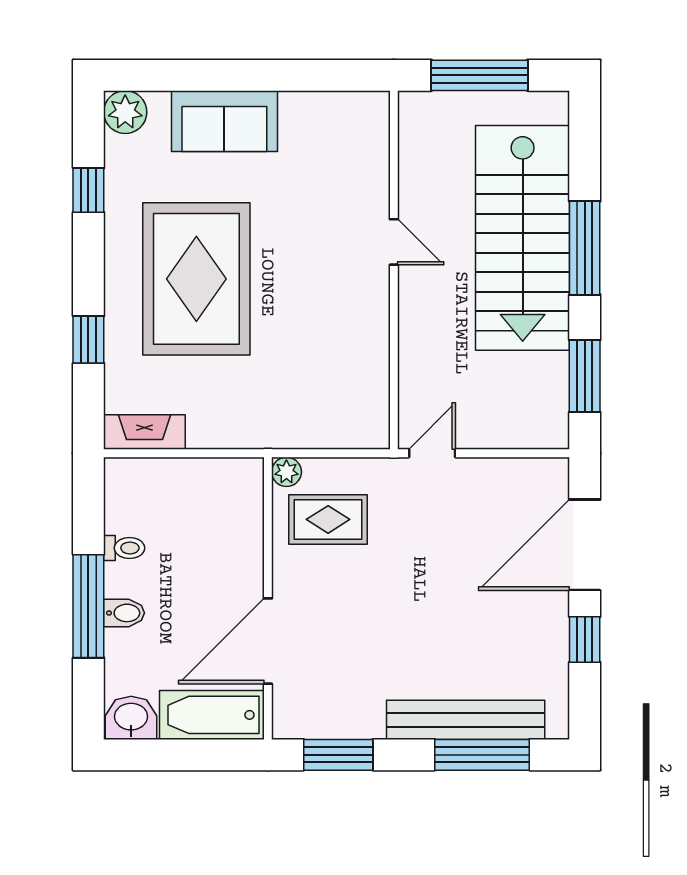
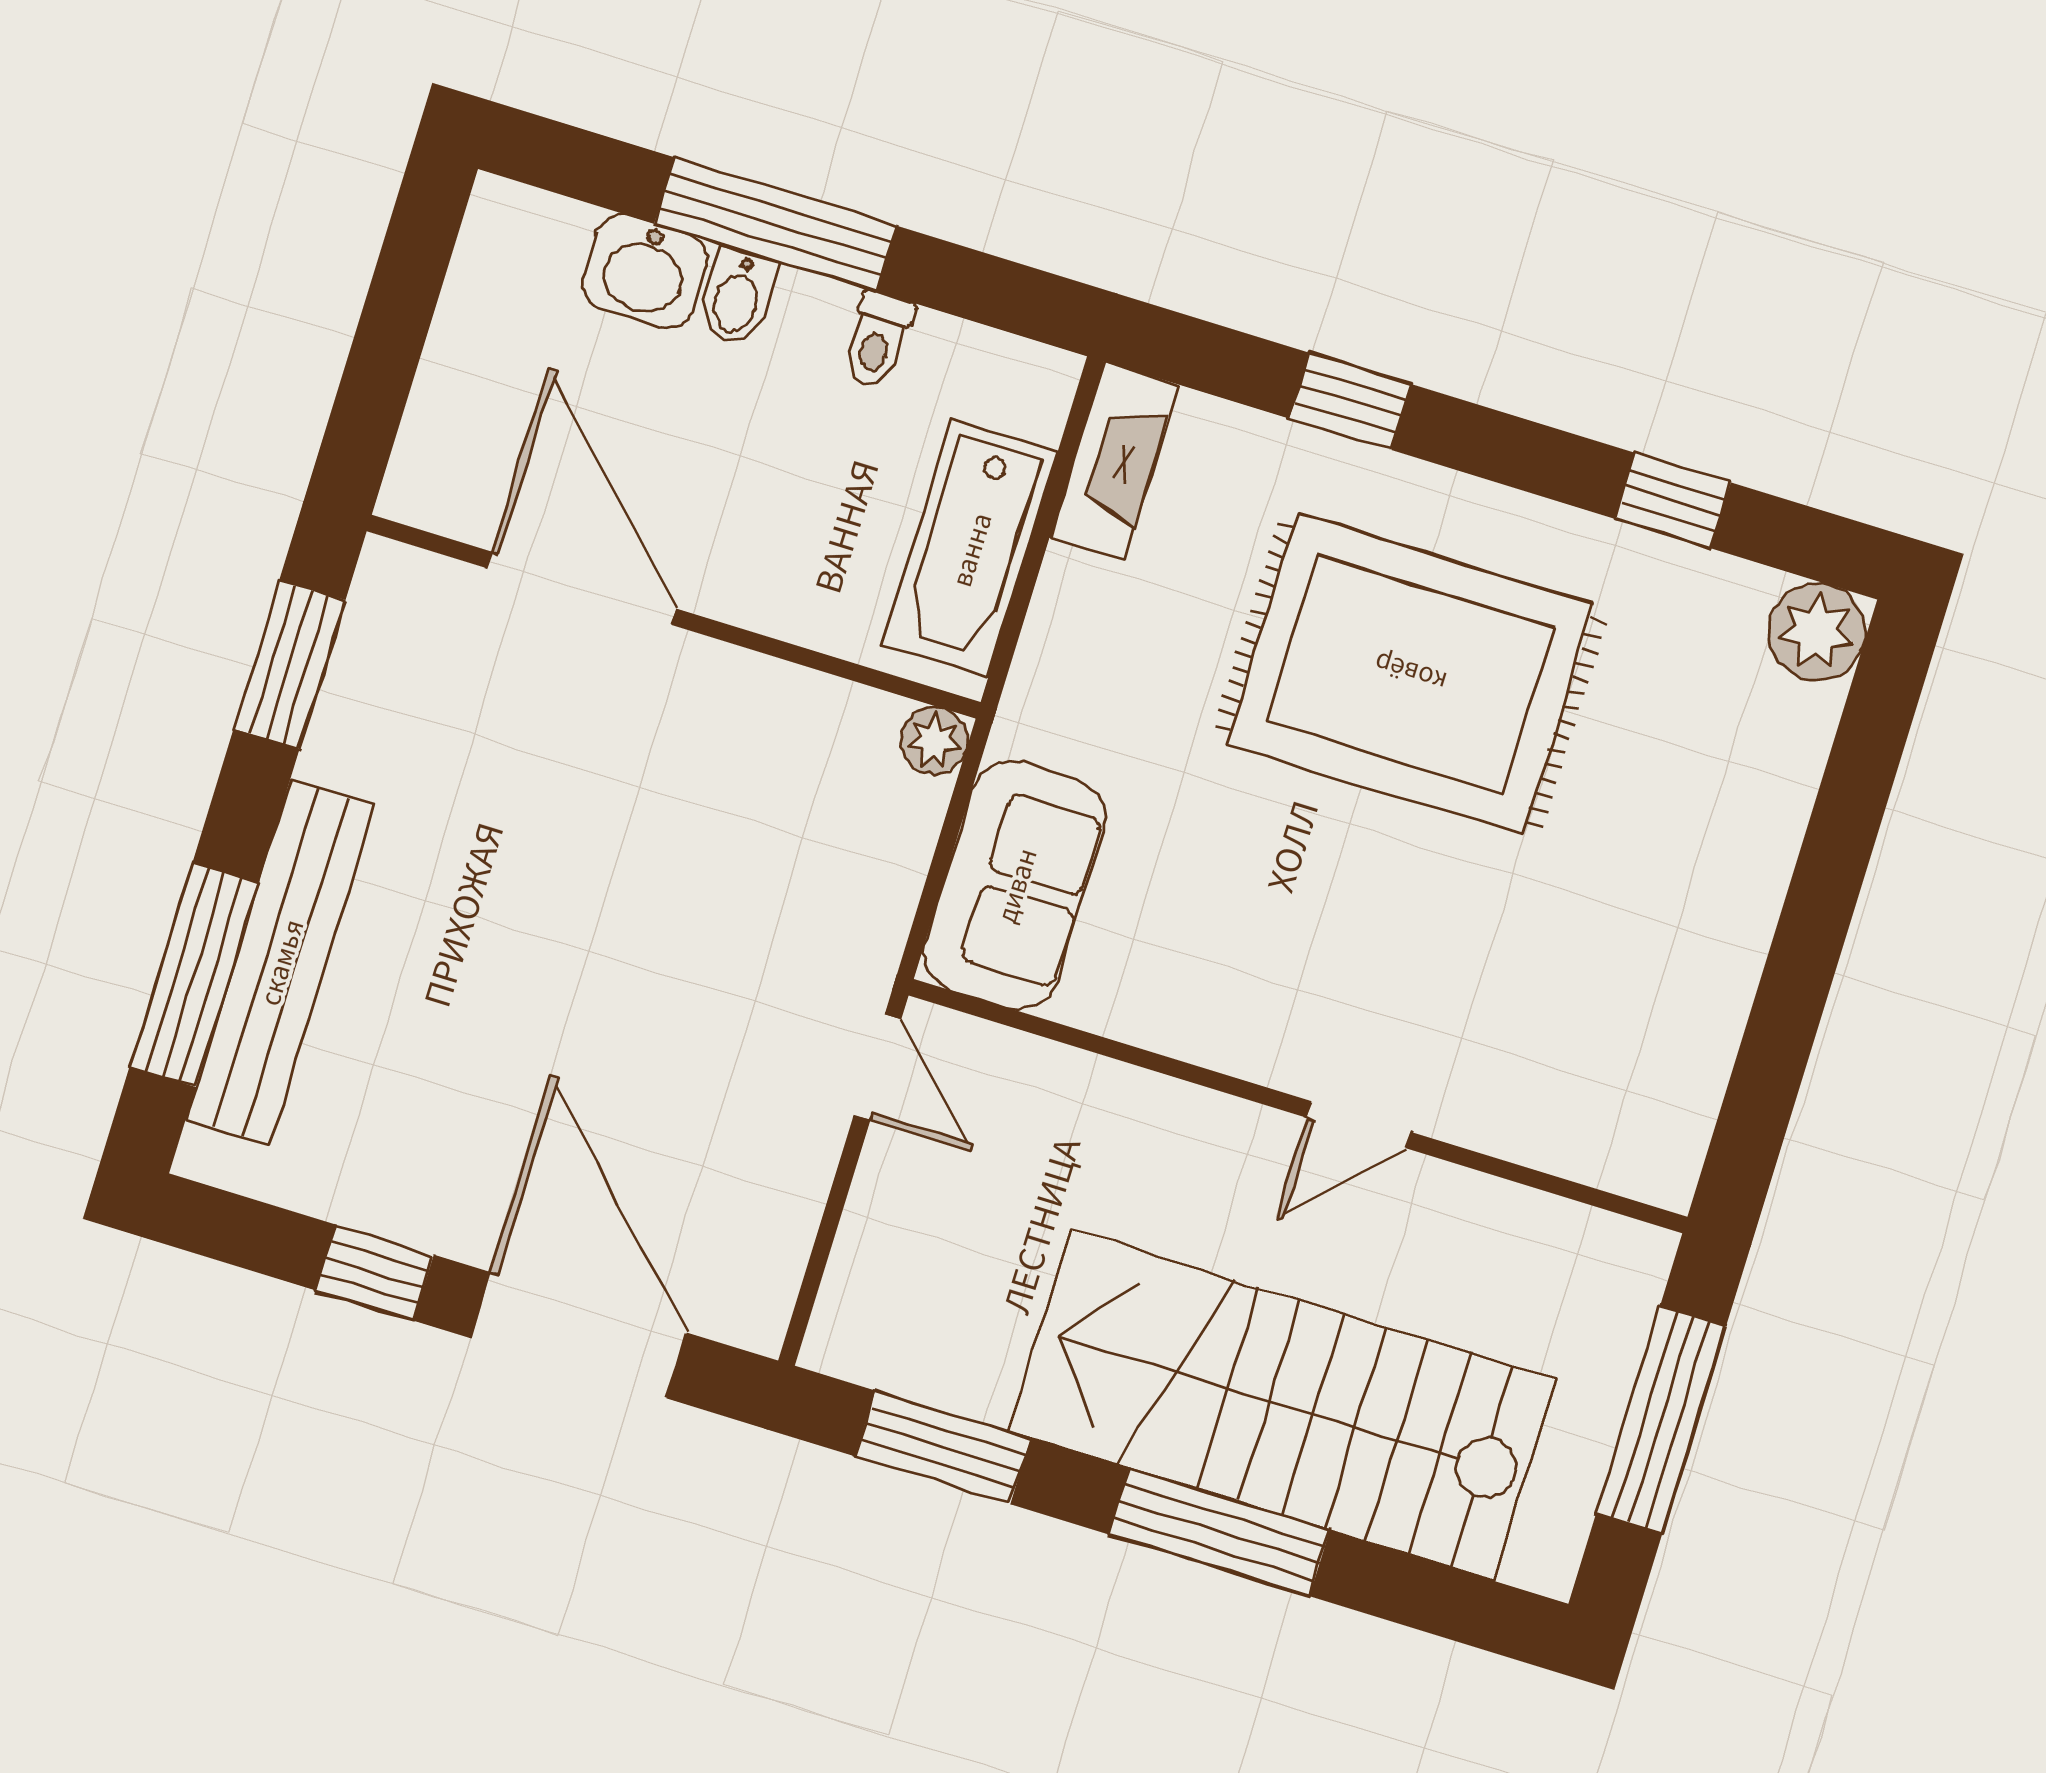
sofa: (224, 121) -> (1015, 885), moved, turned 180
rug: (328, 519) -> (804, 799), removed
bathtub: (212, 715) -> (970, 549), moved, turned 180
washbasin: (131, 718) -> (645, 271), moved, turned 90

